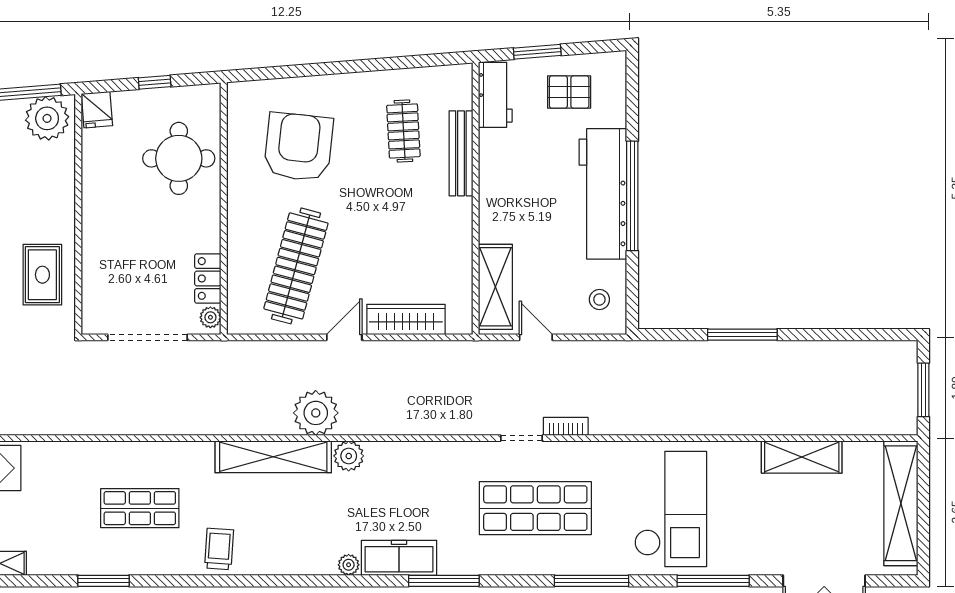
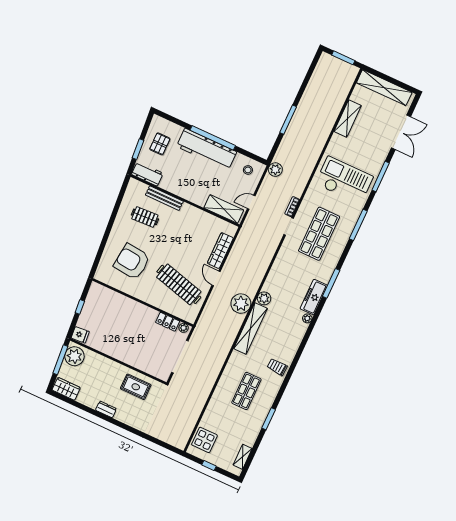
round table: (179, 158) -> (115, 311), removed
plant: (627, 356) -> (275, 170), added

